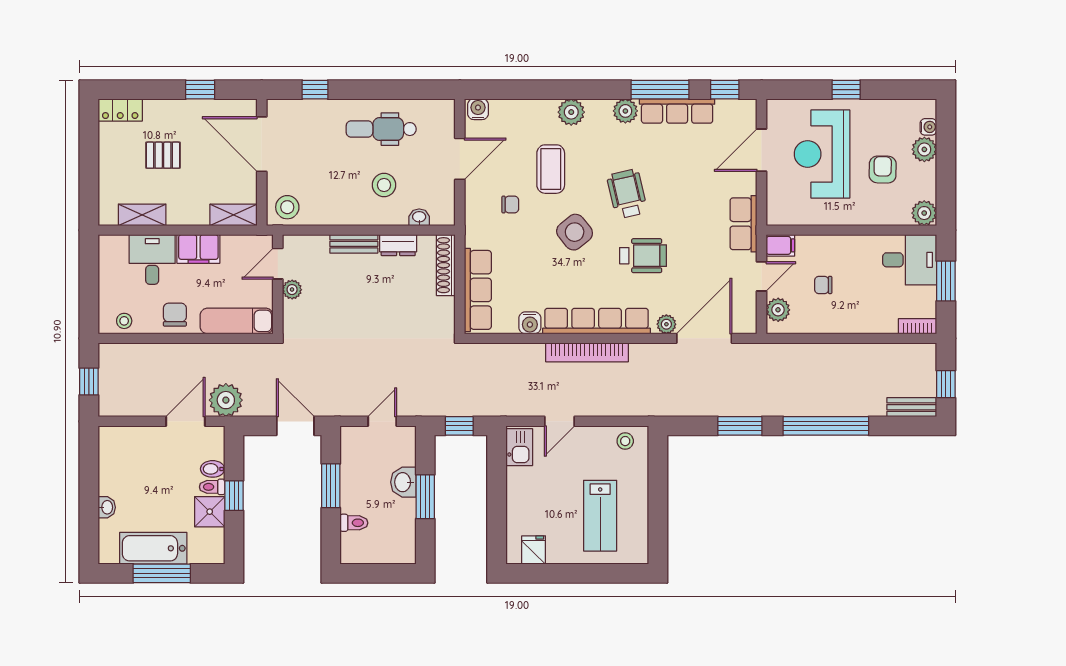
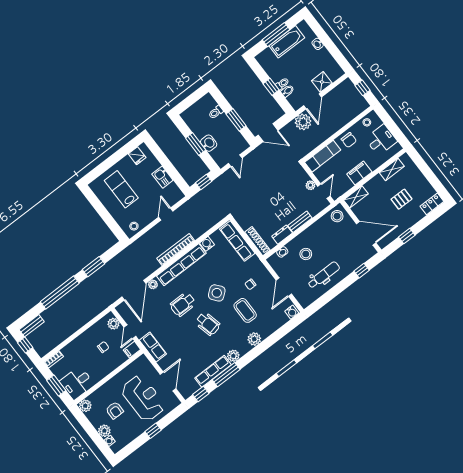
desk: (152, 259) -> (381, 140), moved, turned -90
kitchen sink: (519, 447) -> (162, 177), moved
shower: (210, 512) -> (322, 82), moved

